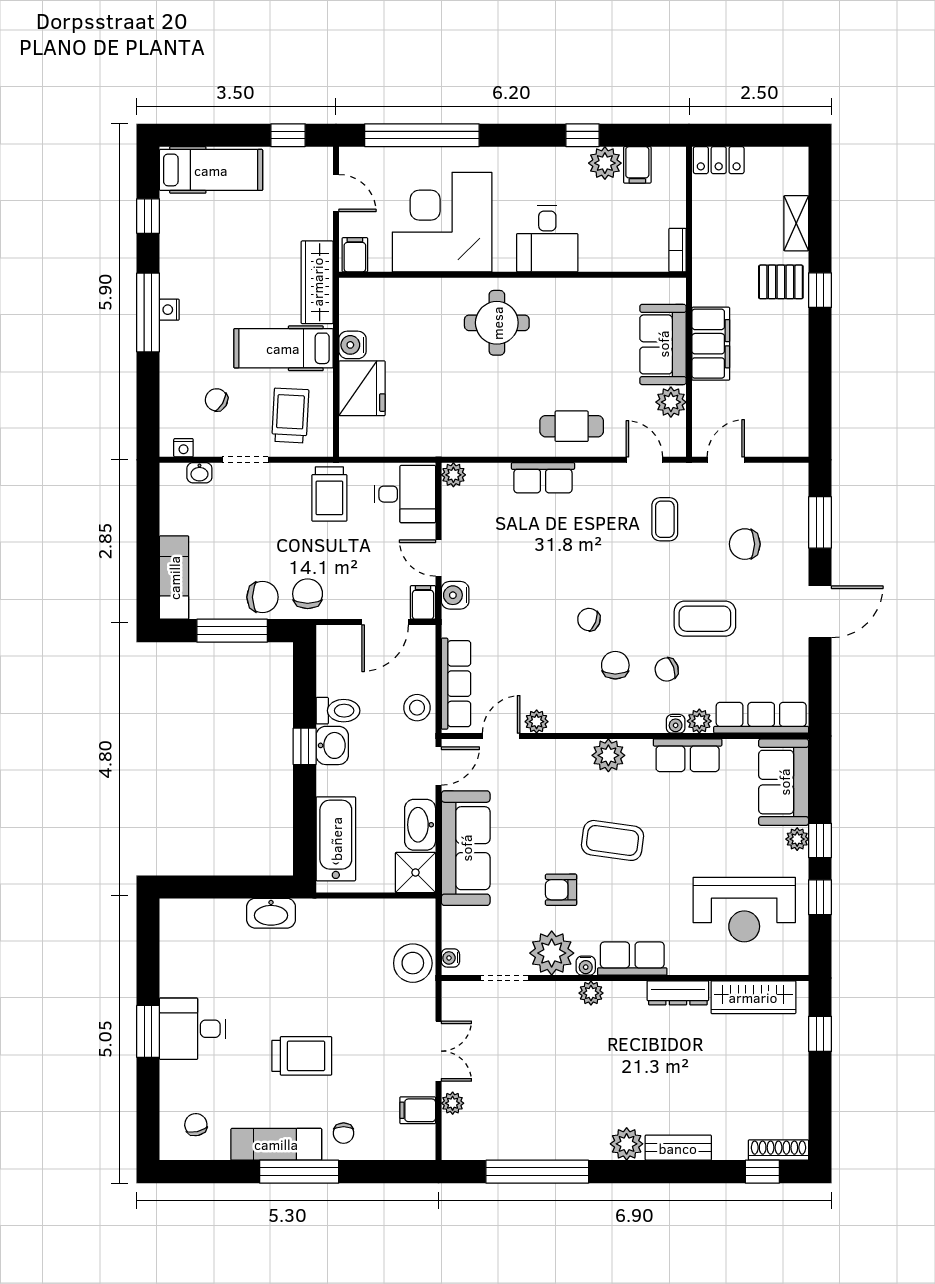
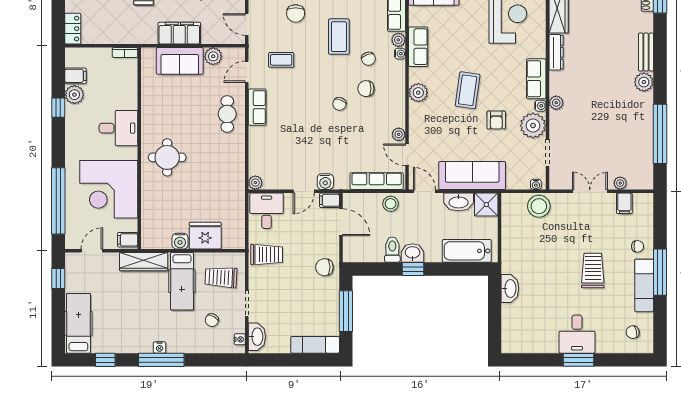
washbasin: (199, 473) -> (257, 337), width x1.91, depth x1.45
row of seats: (543, 478) -> (257, 107), moved
chair: (262, 597) -> (326, 293), removed

